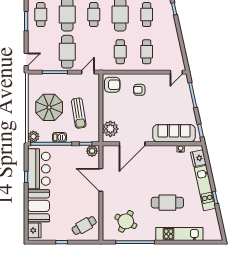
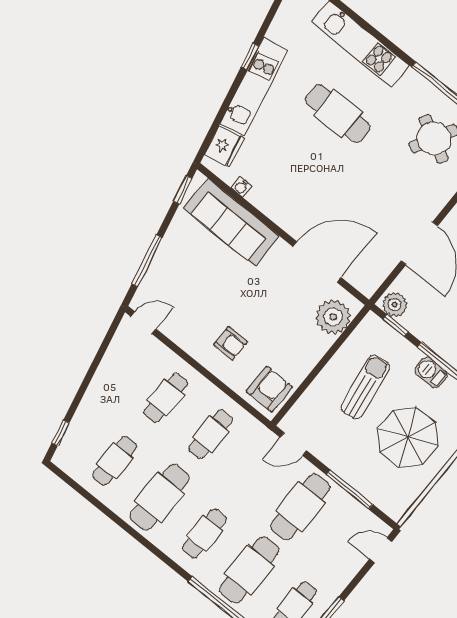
armchair: (112, 85) -> (269, 389), turned 90

